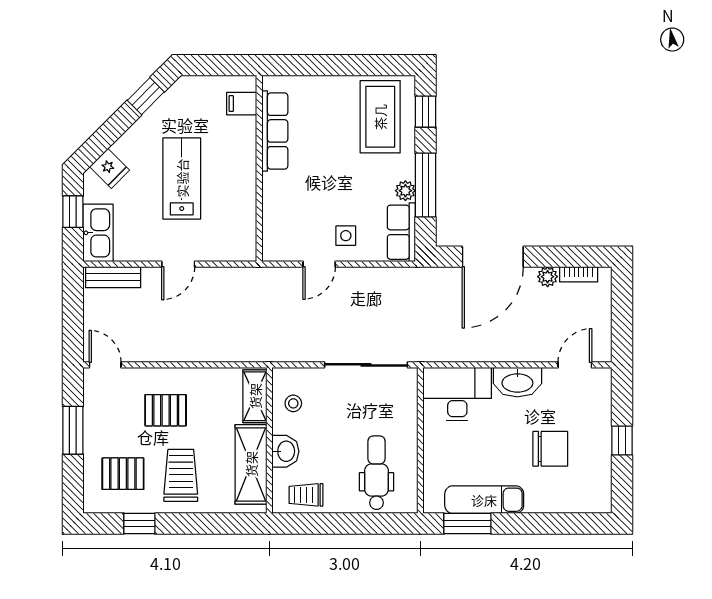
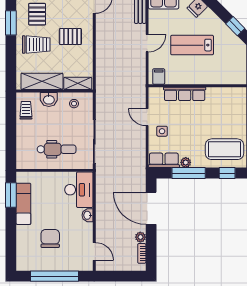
filing cabinet: (242, 104) -> (159, 77), moved
row of seats: (275, 131) -> (185, 94), moved
lab bench: (182, 178) -> (192, 45), turned 180
door: (178, 264) -> (147, 43), swing flipped
washbasin: (517, 382) -> (88, 215), width x0.52, depth x0.69
pallet: (166, 410) -> (70, 37), turned 90
window: (622, 440) -> (55, 276), width x3.17
chair: (550, 449) -> (50, 238), turned 180
dental chair: (376, 473) -> (57, 149), moved
window: (139, 524) -> (11, 23), width x1.50

